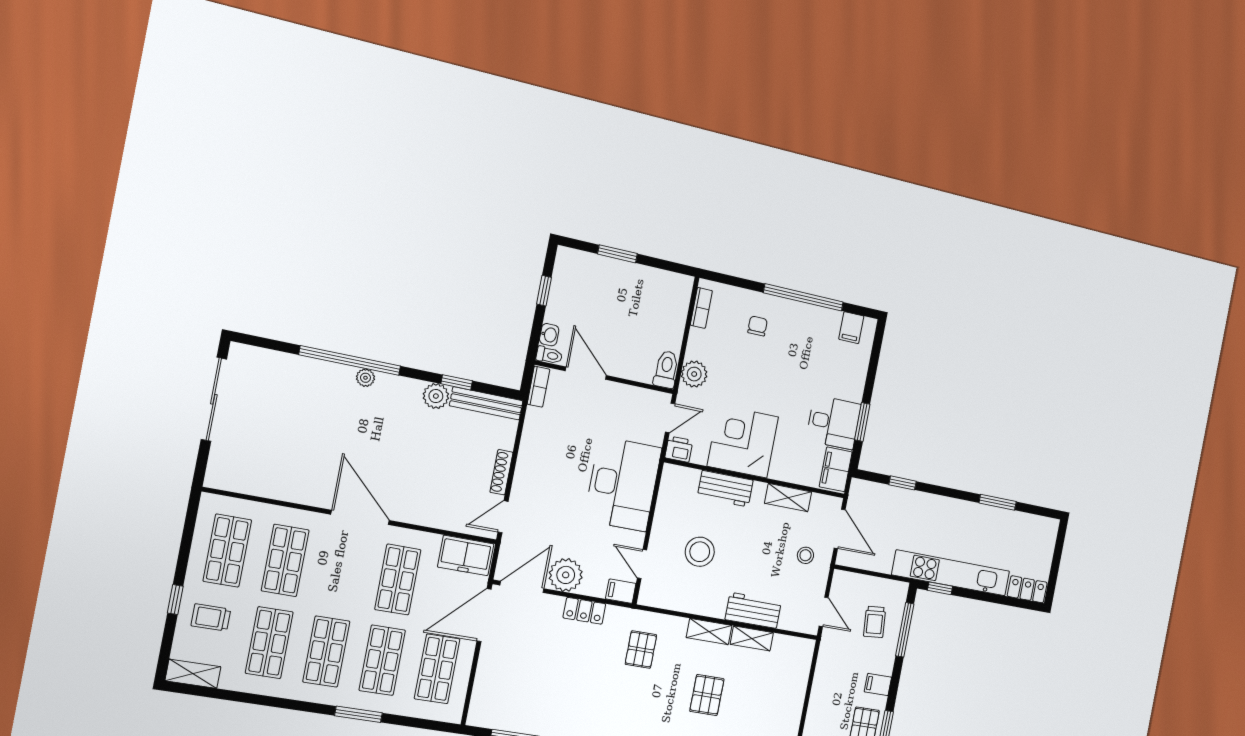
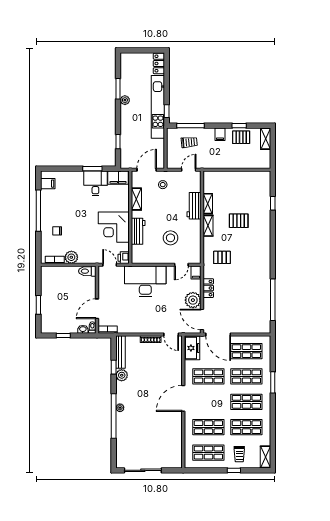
plant: (694, 374) -> (71, 257), moved
plant: (975, 512) -> (125, 100), added

